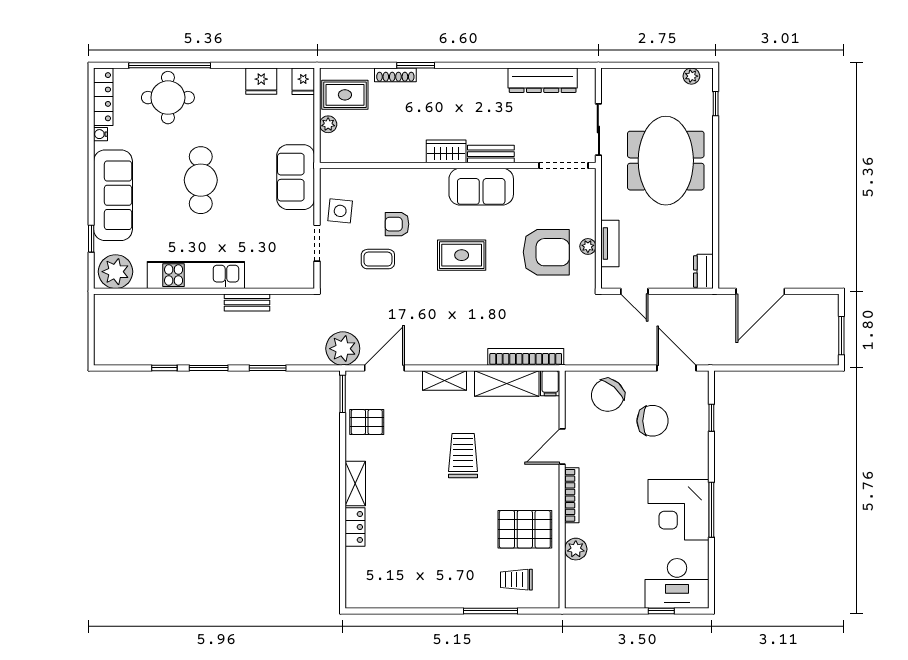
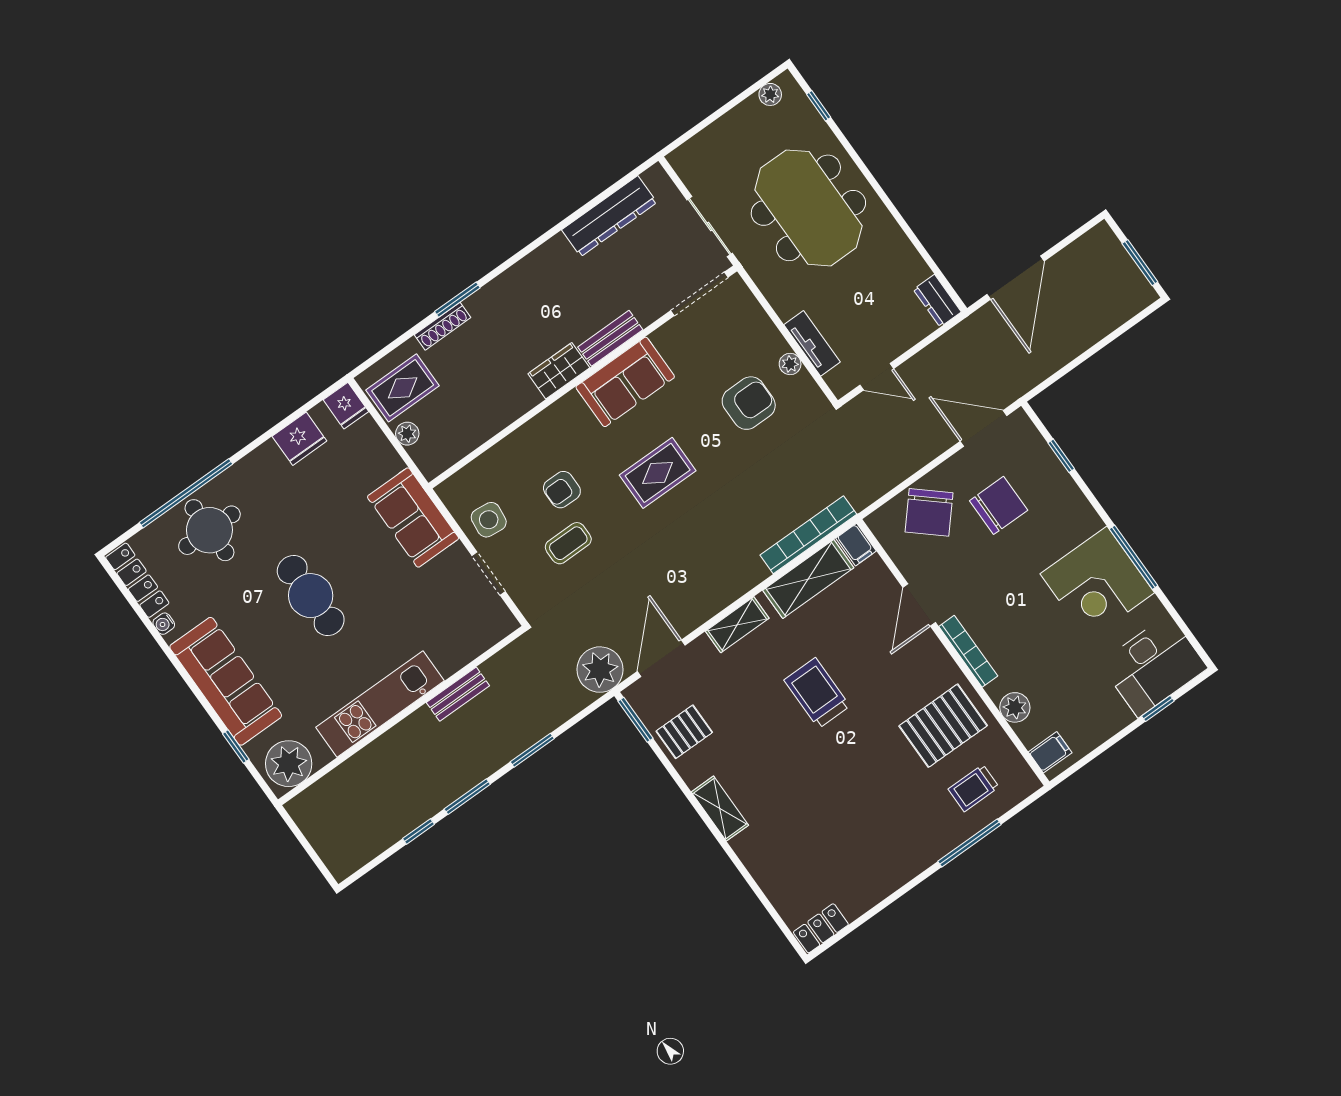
armchair: (546, 252) -> (749, 403), width x0.73, depth x0.73
locker: (355, 527) -> (821, 928), moved, turned -90
filing cabinet: (578, 591) -> (1050, 752), added

